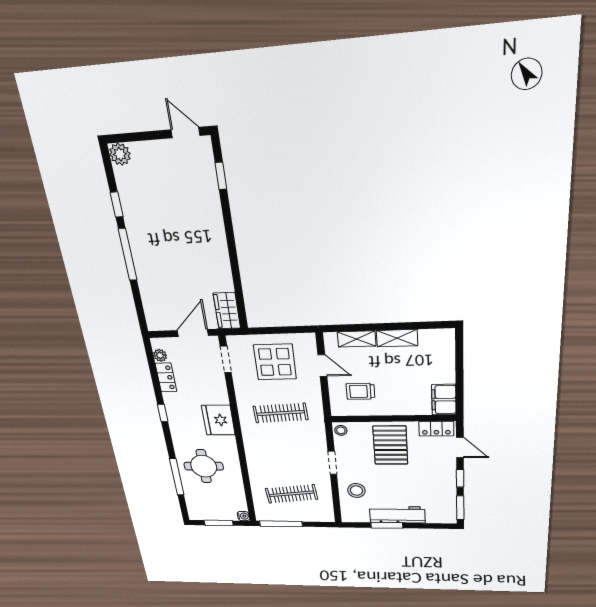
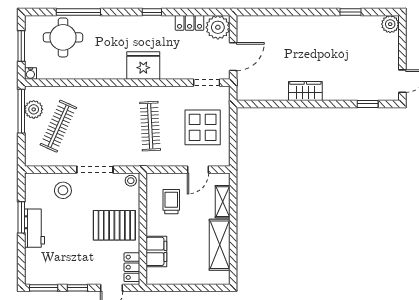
window: (128, 255) -> (308, 12), removed
wardrobe: (227, 311) -> (305, 91), moved
door: (193, 333) -> (233, 57), hinge flipped
shelving: (397, 338) -> (220, 245), width x1.50, depth x1.33
plant: (160, 355) -> (218, 27), width x1.88, depth x1.88
filing cabinet: (444, 400) -> (156, 251), moved, turned 90
doorway: (332, 463) -> (95, 170), width x1.38
round table: (204, 466) -> (63, 37), moved
clothes rail: (291, 494) -> (58, 126), turned 30
plant: (278, 514) -> (34, 109), added
workbench: (397, 515) -> (34, 228), width x0.73

